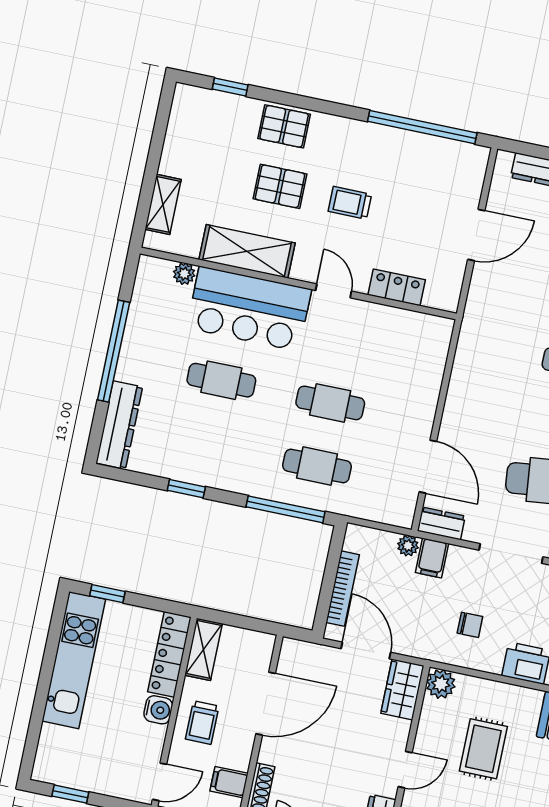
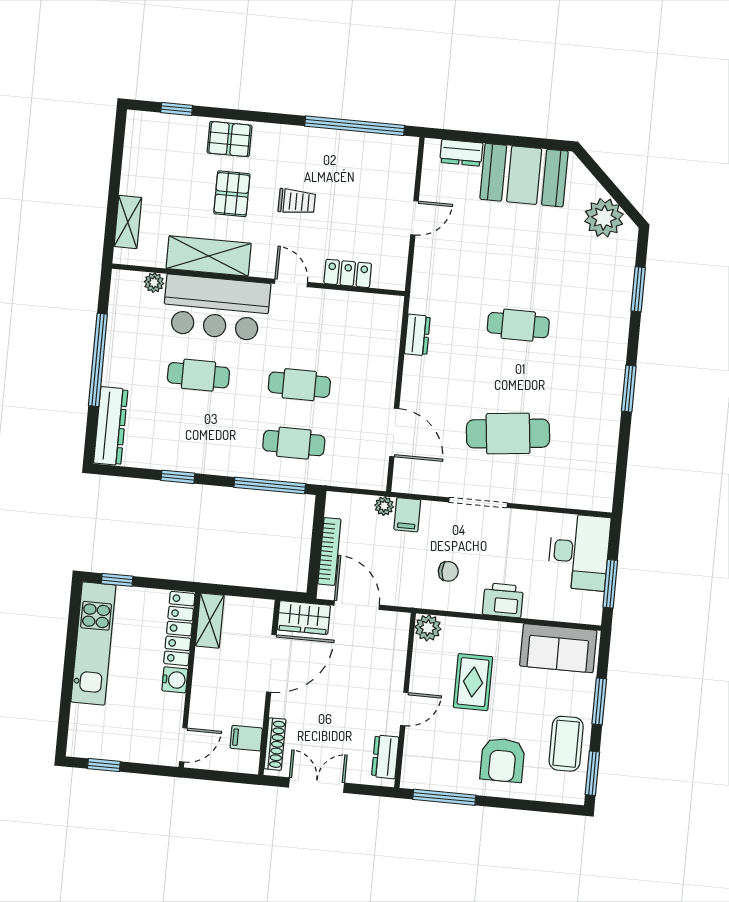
pallet: (280, 186) -> (232, 194), turned 90
trolley: (350, 203) -> (297, 202), turned 180
door: (476, 235) -> (414, 218), width x0.73
dresser: (441, 523) -> (417, 335), moved, turned 90
wardrobe: (402, 689) -> (304, 617), moved, turned -90
trolley: (202, 723) -> (216, 687), removed

